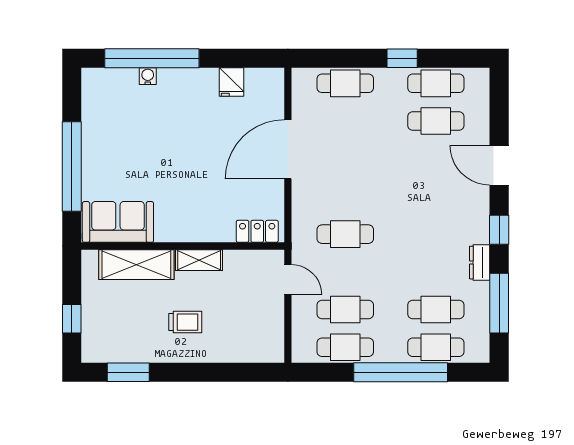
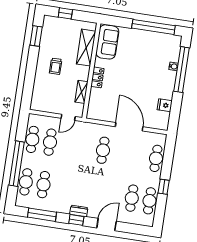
window: (72, 166) -> (153, 27), moved
locker: (257, 231) -> (97, 77), moved
cafe table: (345, 234) -> (103, 150), moved
shelving: (199, 260) -> (81, 92), moved
dresser: (480, 263) -> (79, 211), moved

